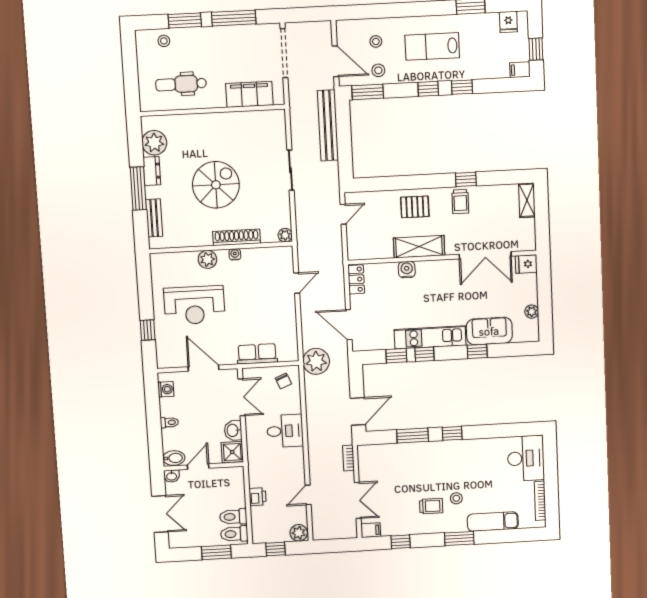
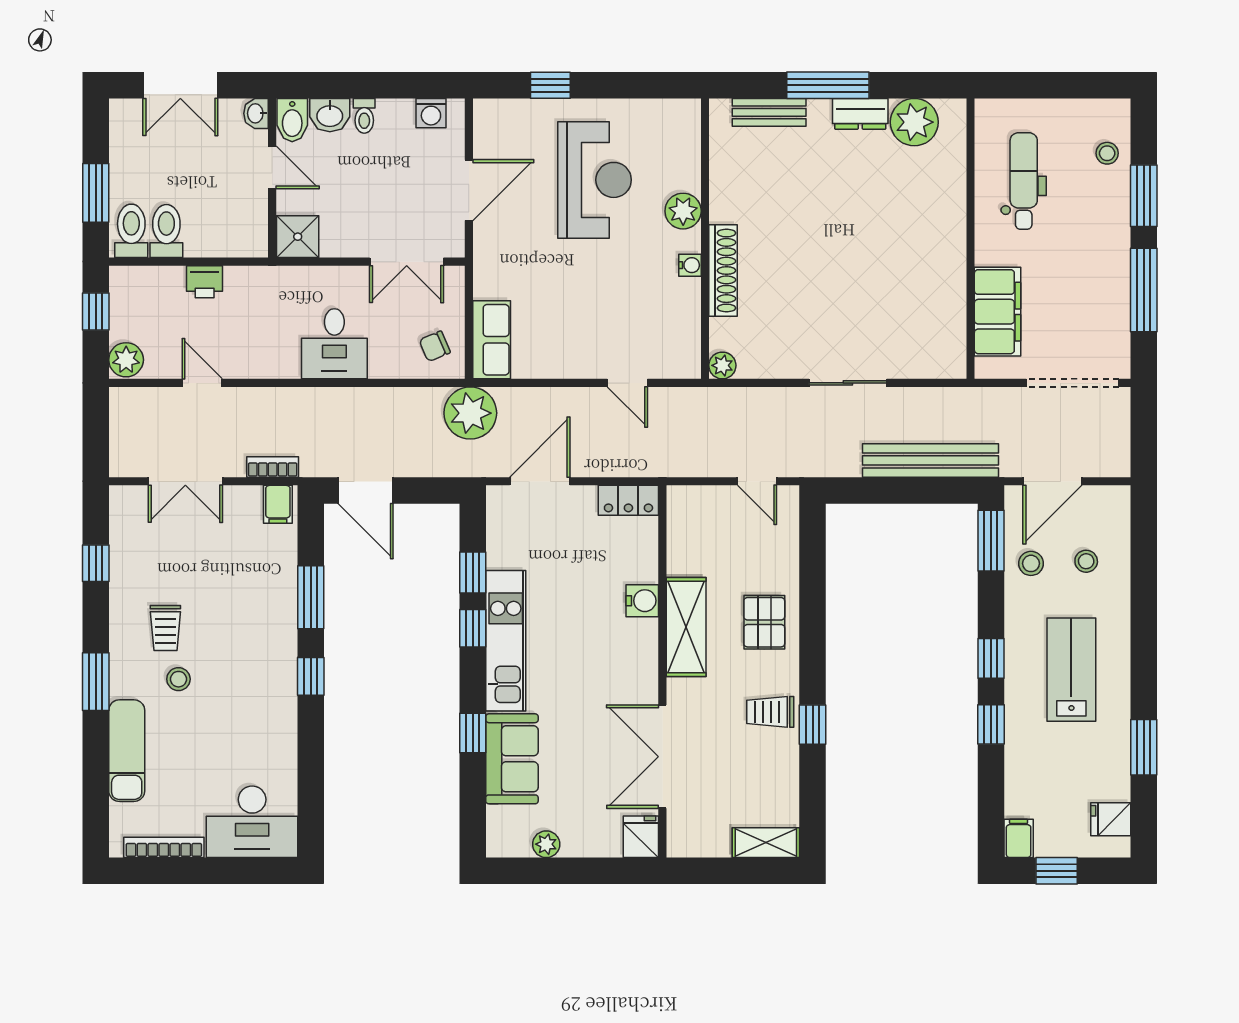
spiral stairs: (216, 185) -> (827, 236), removed
reception desk: (194, 305) -> (594, 180), turned 180
row of seats: (257, 354) -> (492, 340), moved
washbasin: (233, 430) -> (330, 115), moved, turned 180
filing cabinet: (371, 530) -> (278, 504), moved

